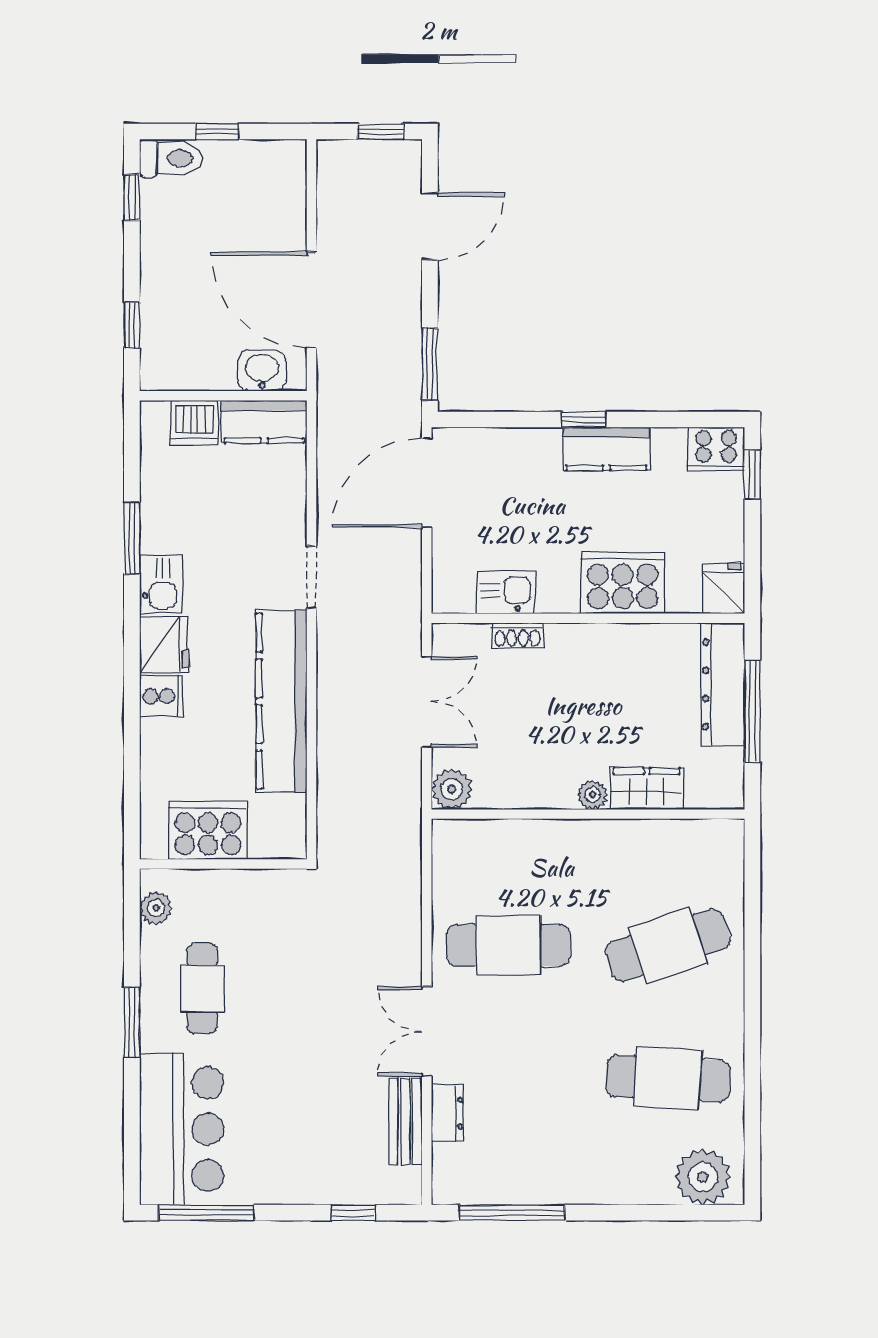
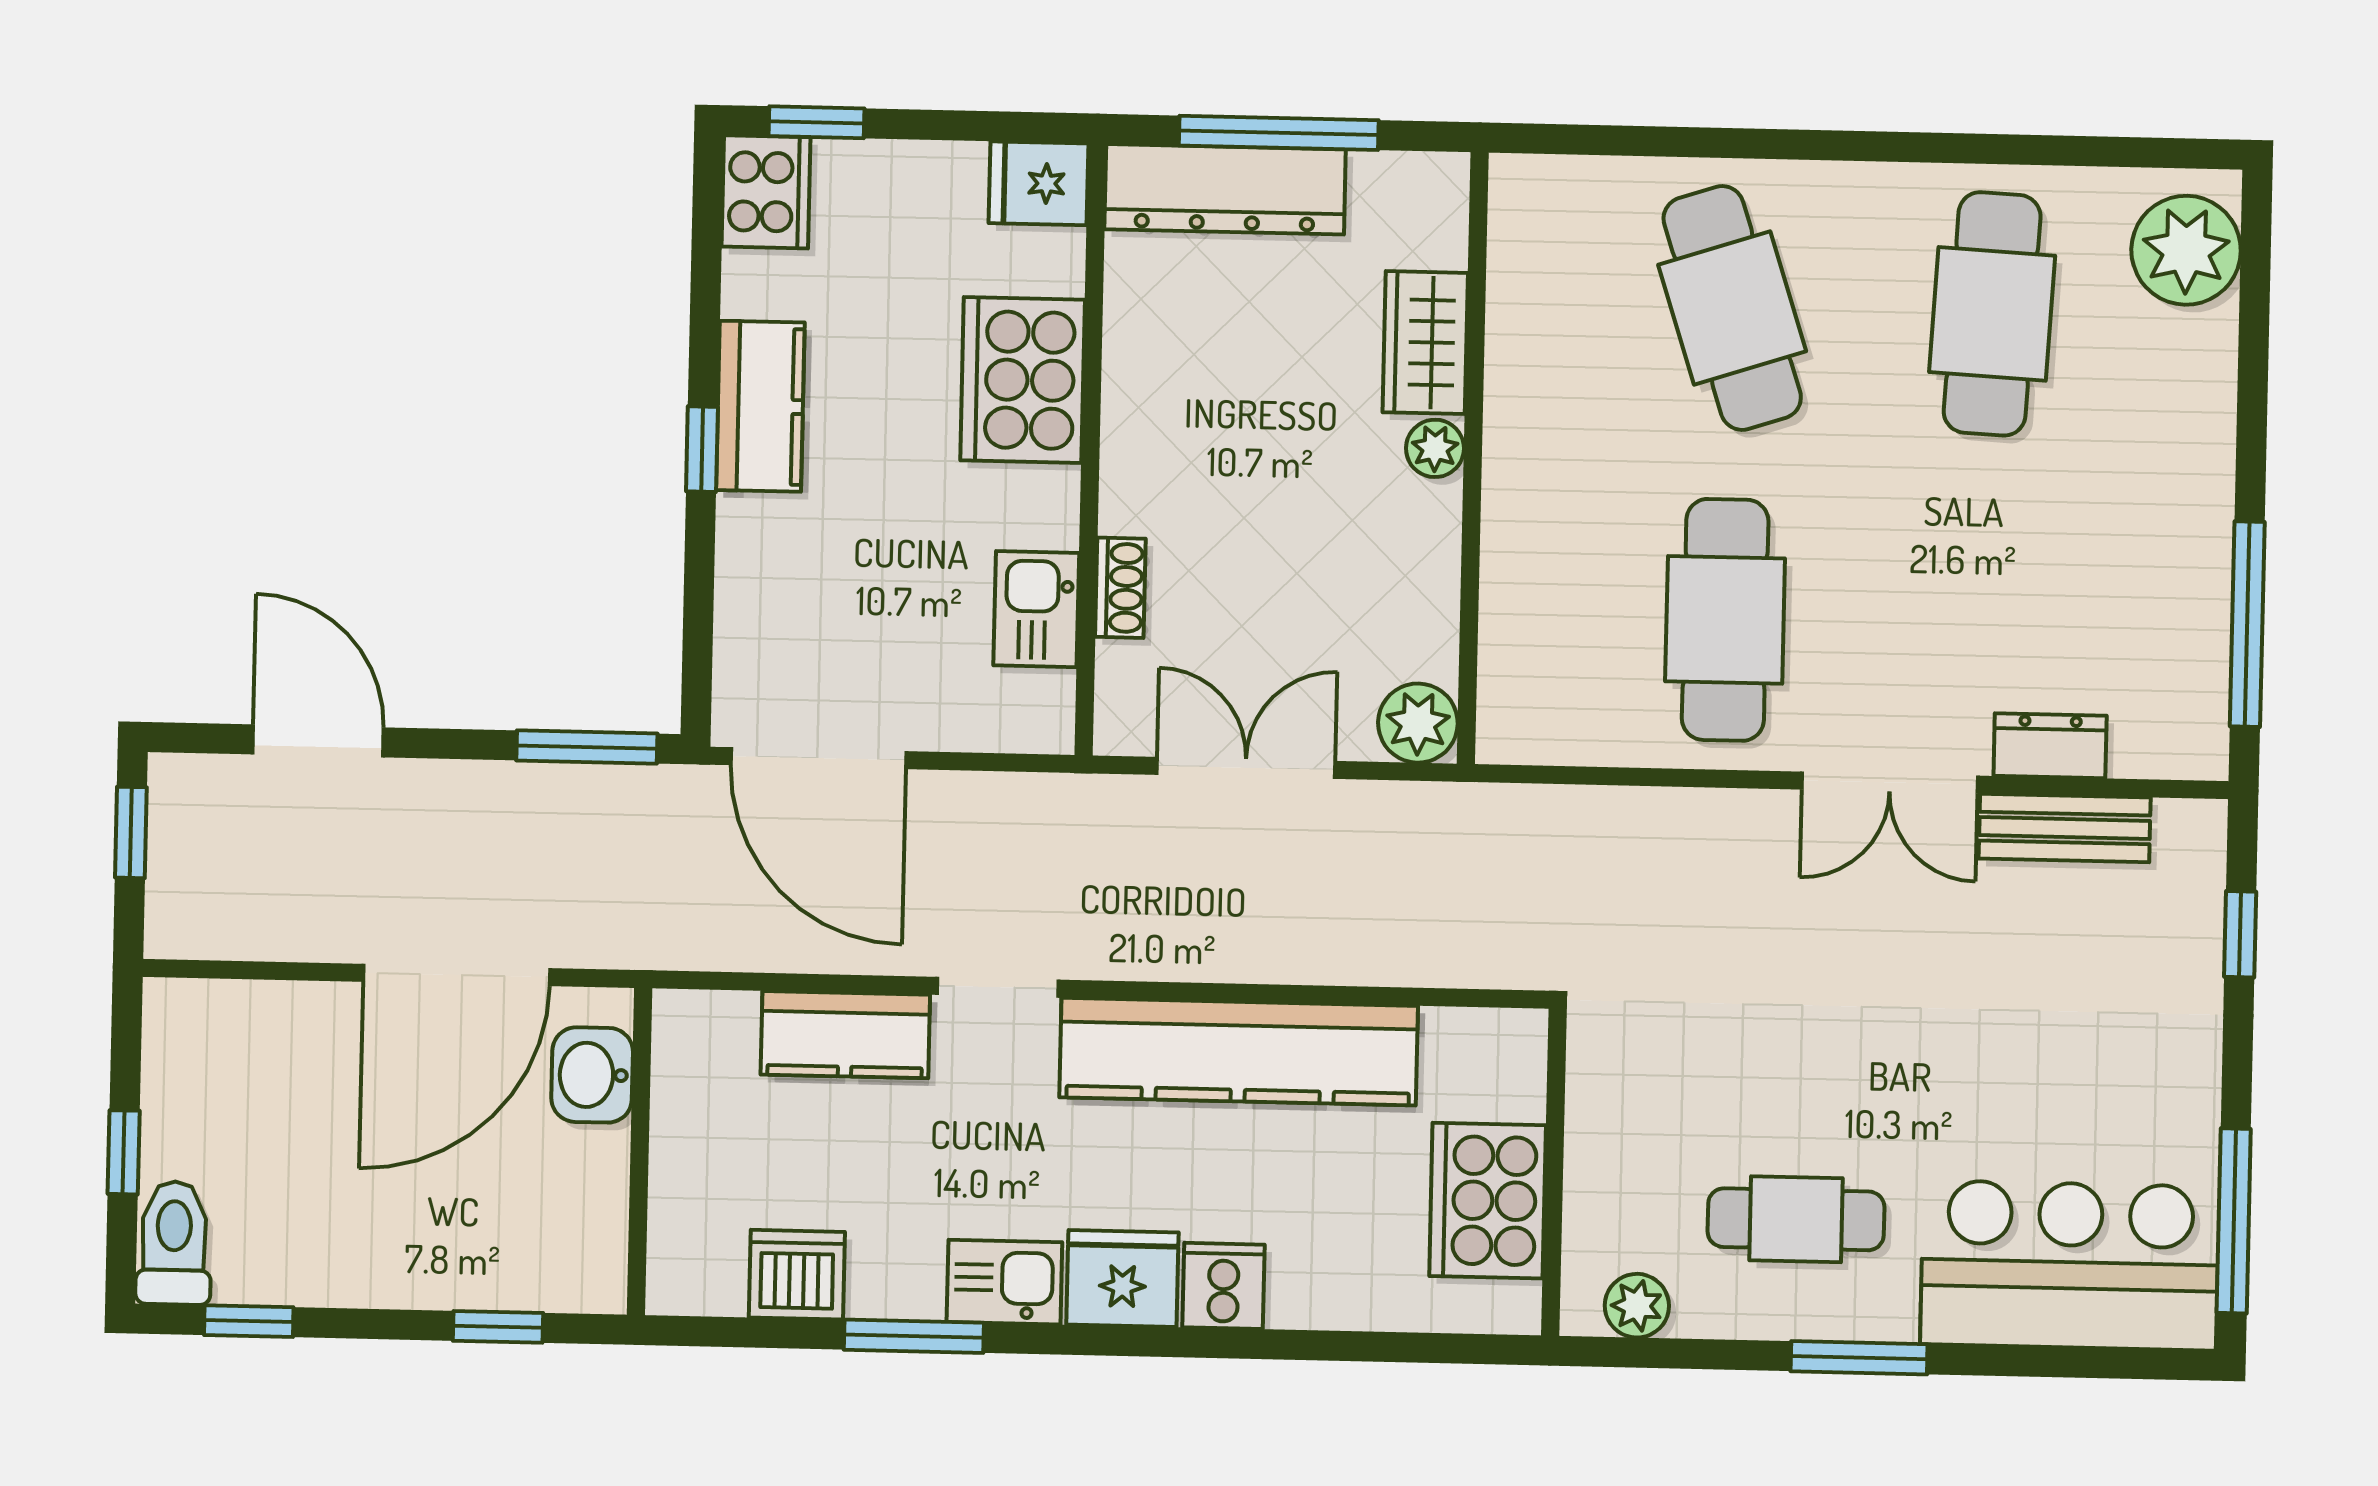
kitchen counter: (264, 422) -> (845, 1035), moved, turned 90
dishwasher: (194, 423) -> (797, 1275), moved, turned -90

